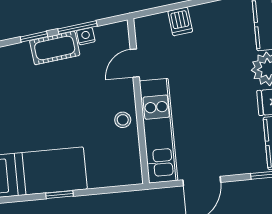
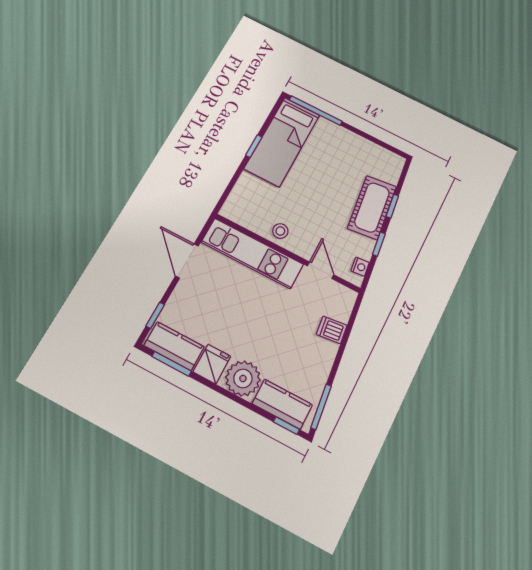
window: (77, 27) -> (379, 244), width x0.67
nightstand: (86, 36) -> (360, 267), moved
cot: (55, 48) -> (372, 207), width x1.37, depth x1.34

